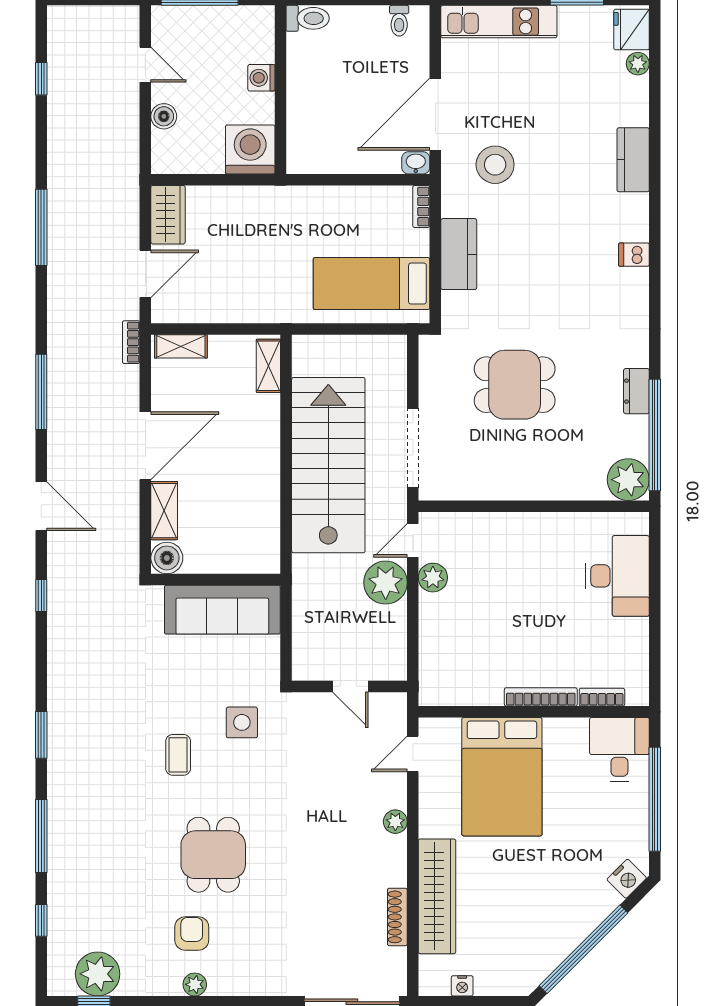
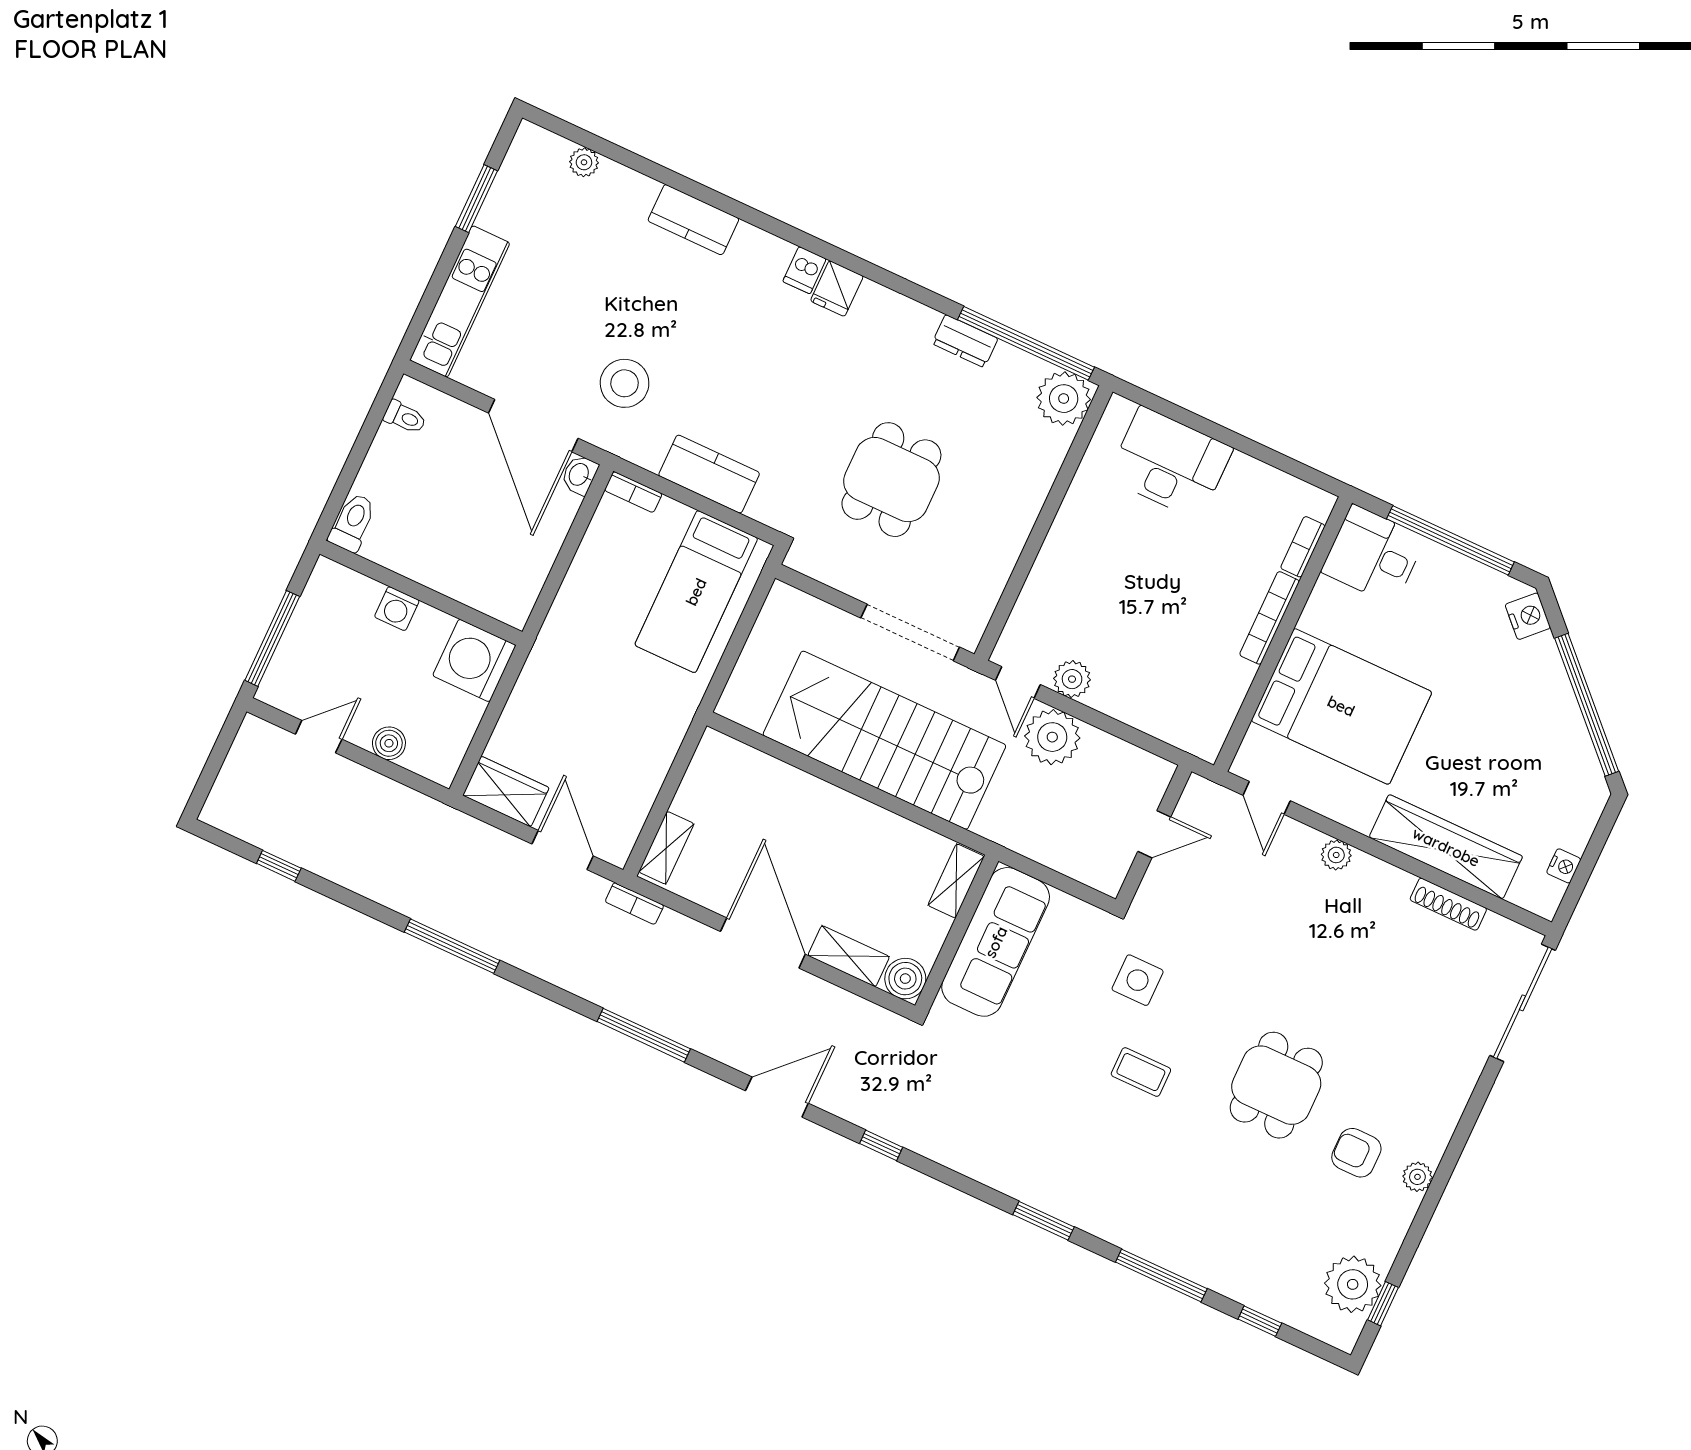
fridge: (632, 29) -> (837, 289), moved, width x0.72
shelving: (268, 366) -> (956, 881), moved, turned 90
dining table: (213, 855) -> (1276, 1085), turned 90

